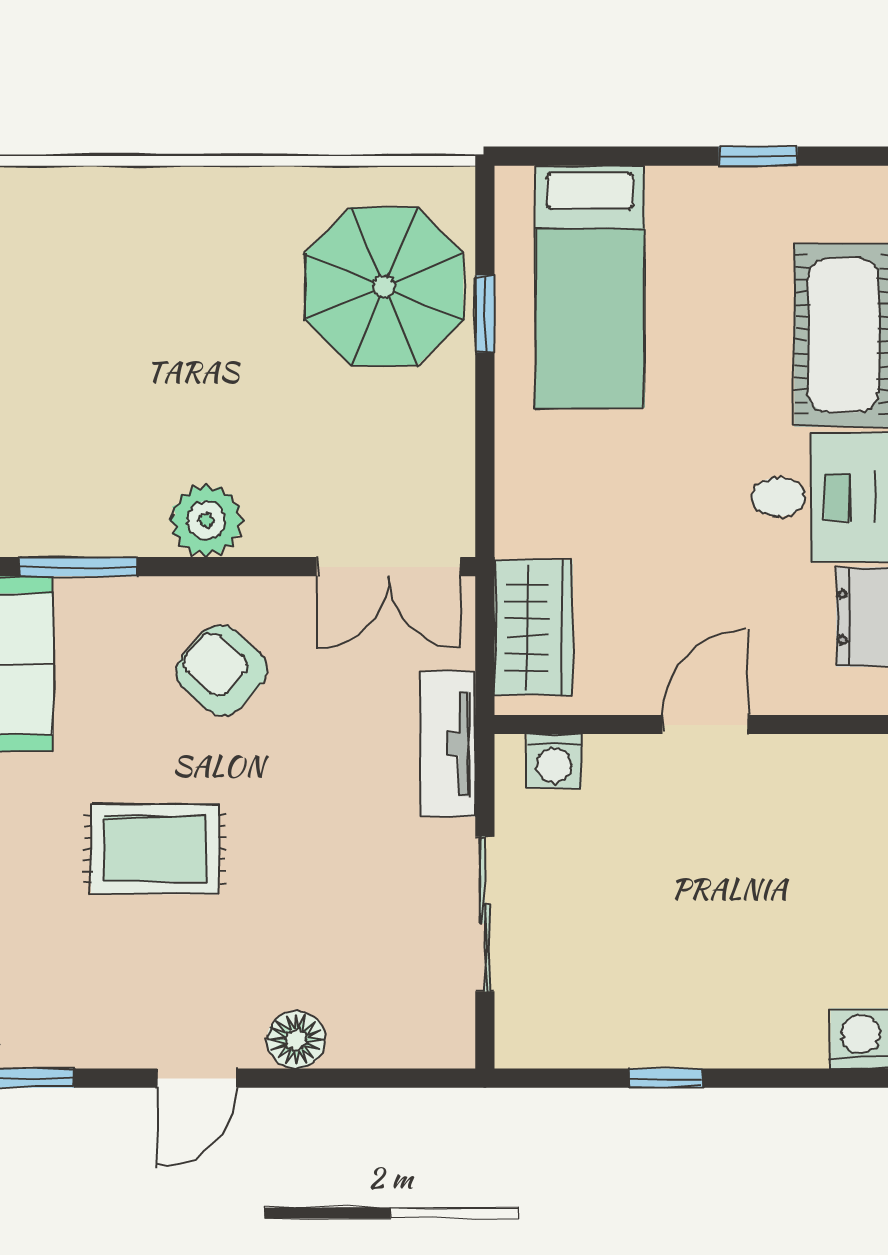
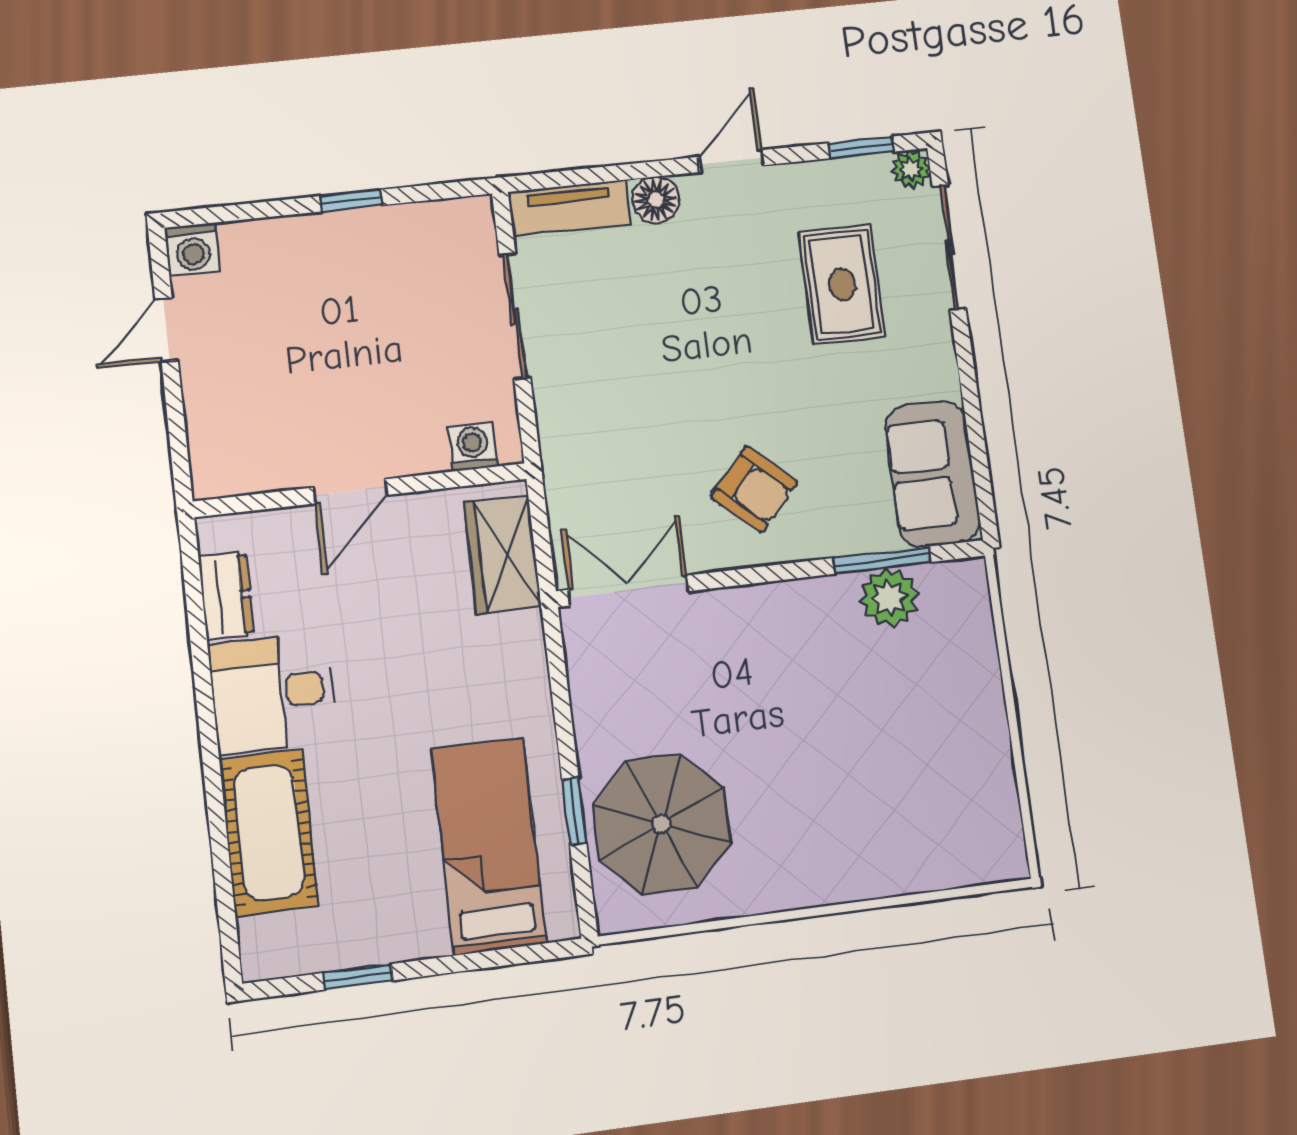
plant: (206, 520) -> (889, 598), moved
tv unit: (448, 744) -> (569, 208), moved, turned 90
rug: (155, 849) -> (842, 284), moved, turned 90

